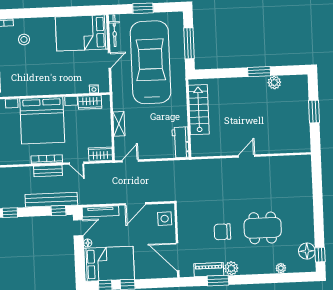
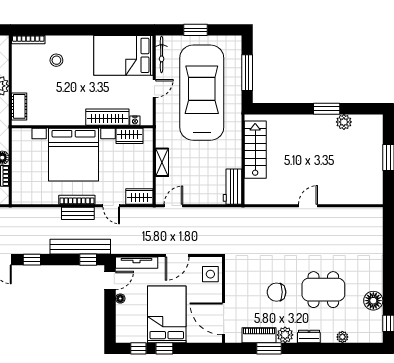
wardrobe: (70, 87) -> (107, 117), added
floor lamp: (307, 251) -> (373, 301), moved
bed: (109, 264) -> (167, 314), moved, turned -90
dresser: (252, 269) -> (309, 336), added

